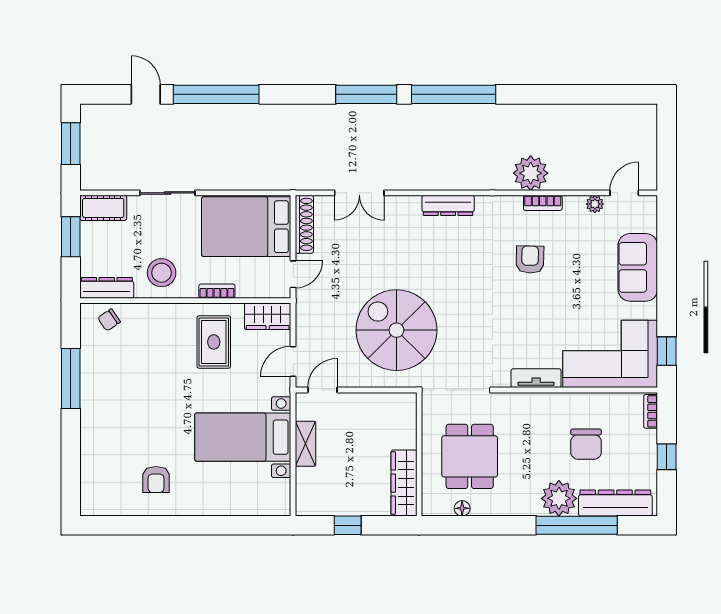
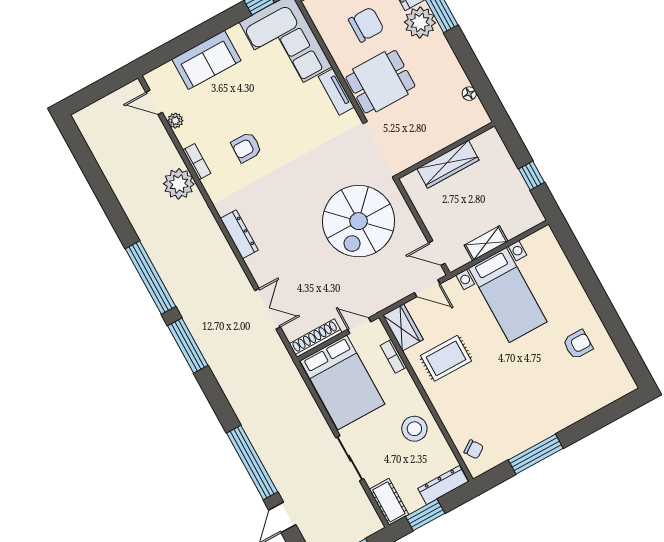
dresser: (107, 288) -> (443, 485), moved, turned 90
bookcase: (217, 291) -> (393, 356), moved
dining table: (470, 456) -> (380, 82), moved
wardrobe: (404, 483) -> (448, 164), moved

